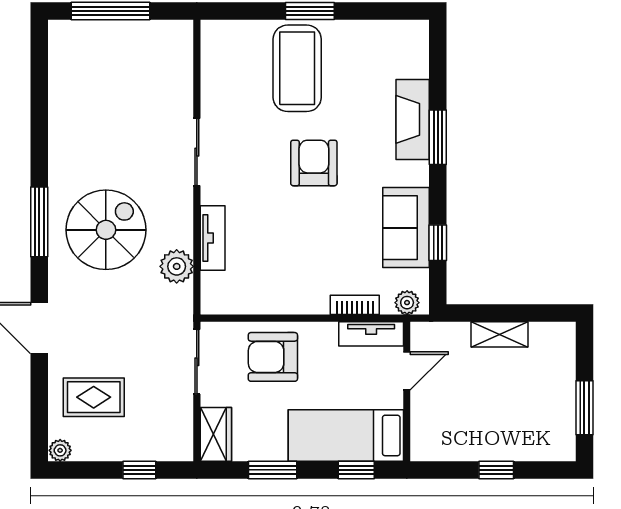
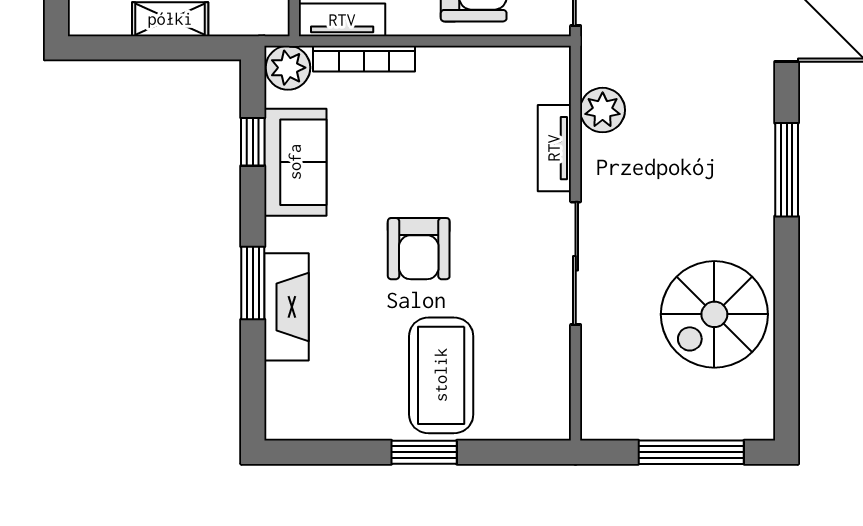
sliding door: (197, 152) -> (576, 263), width x1.37
spiral stairs: (106, 230) -> (714, 314), moved
plant: (407, 303) -> (288, 68), width x1.38, depth x1.38
bookcase: (355, 305) -> (364, 59), width x1.56

